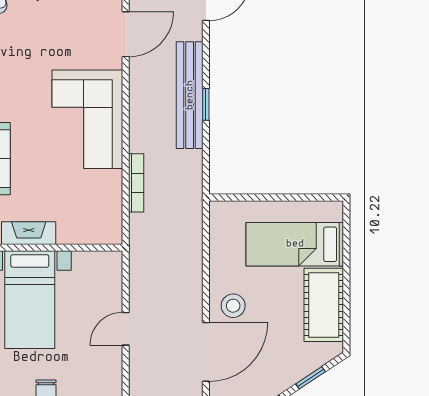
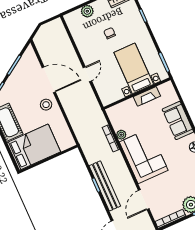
plant: (112, 181) -> (121, 135), added
bed: (295, 244) -> (34, 147), width x1.50
door: (206, 352) -> (49, 80), swing flipped

